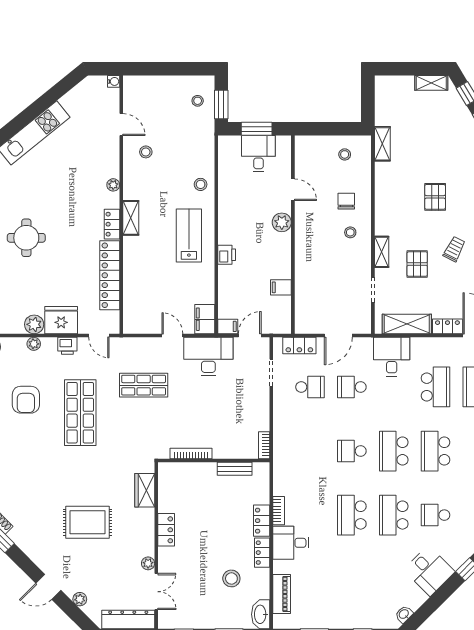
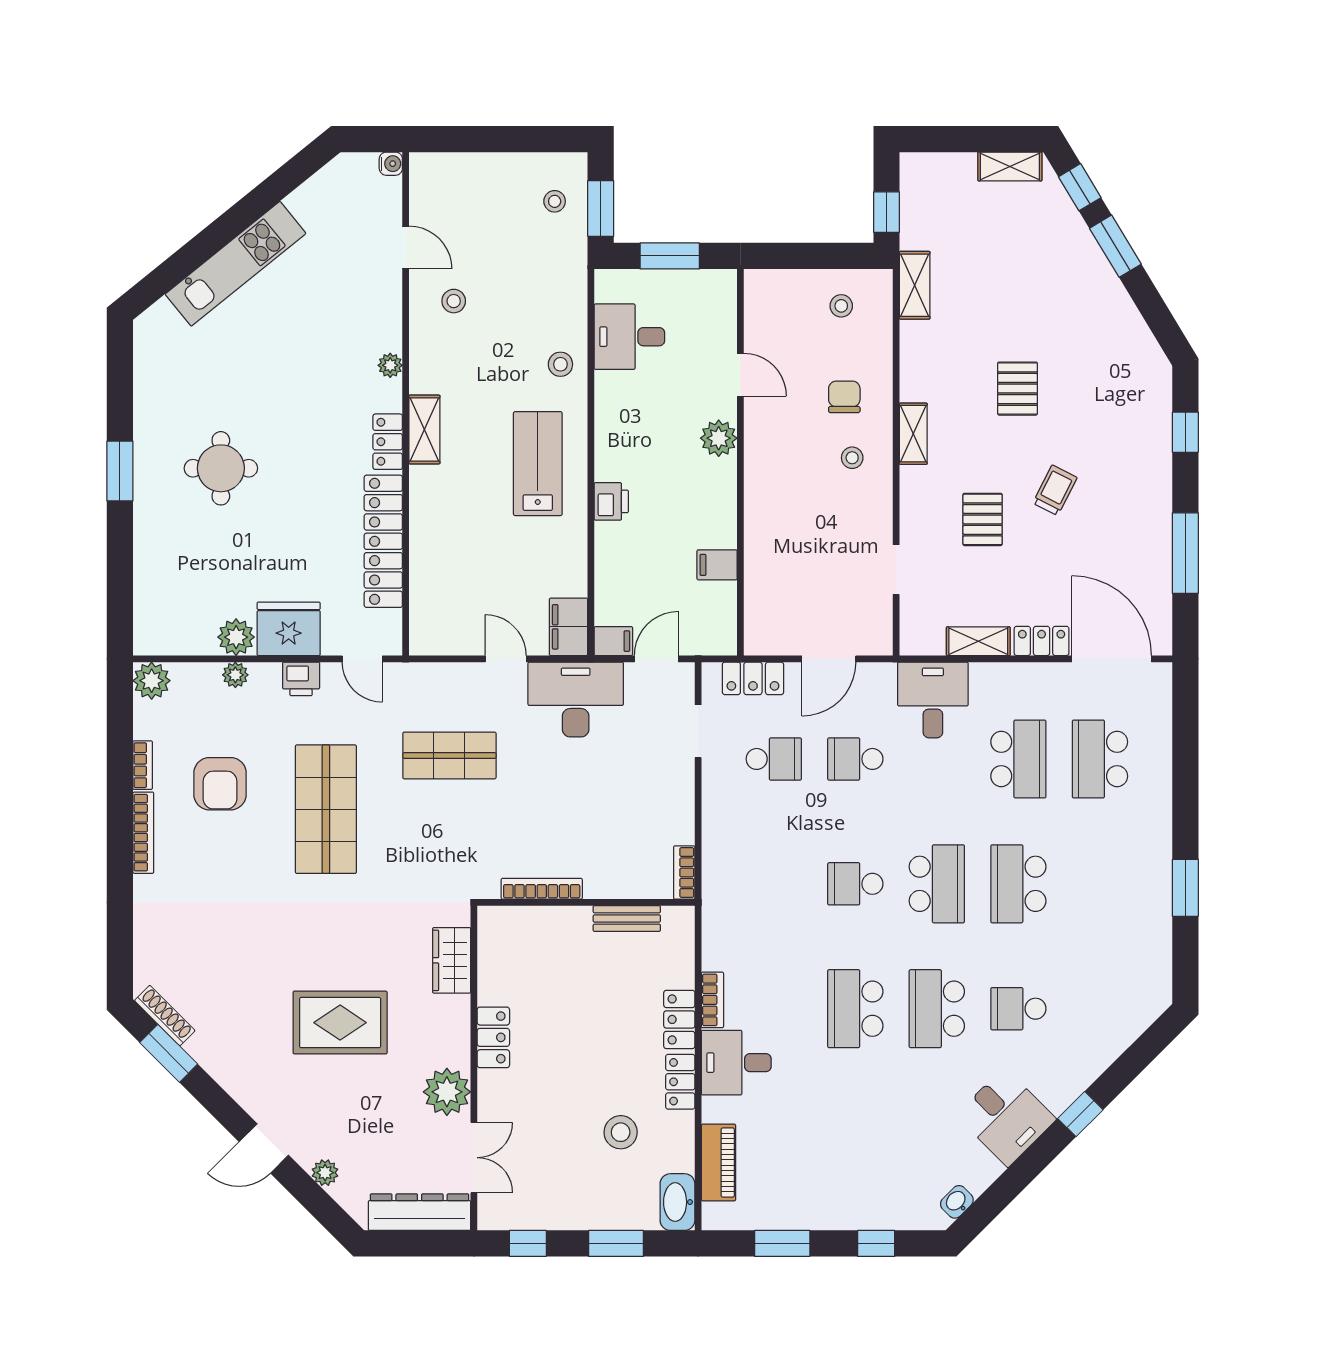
window: (368, 106) -> (886, 212), added
desk: (258, 154) -> (629, 337), moved, turned -90
shelving: (382, 252) -> (913, 434), moved
shelving: (407, 324) -> (978, 641), width x0.67, depth x0.75
school desk: (394, 451) -> (937, 884), turned 180
plant: (148, 563) -> (447, 1092), width x1.88, depth x1.88

